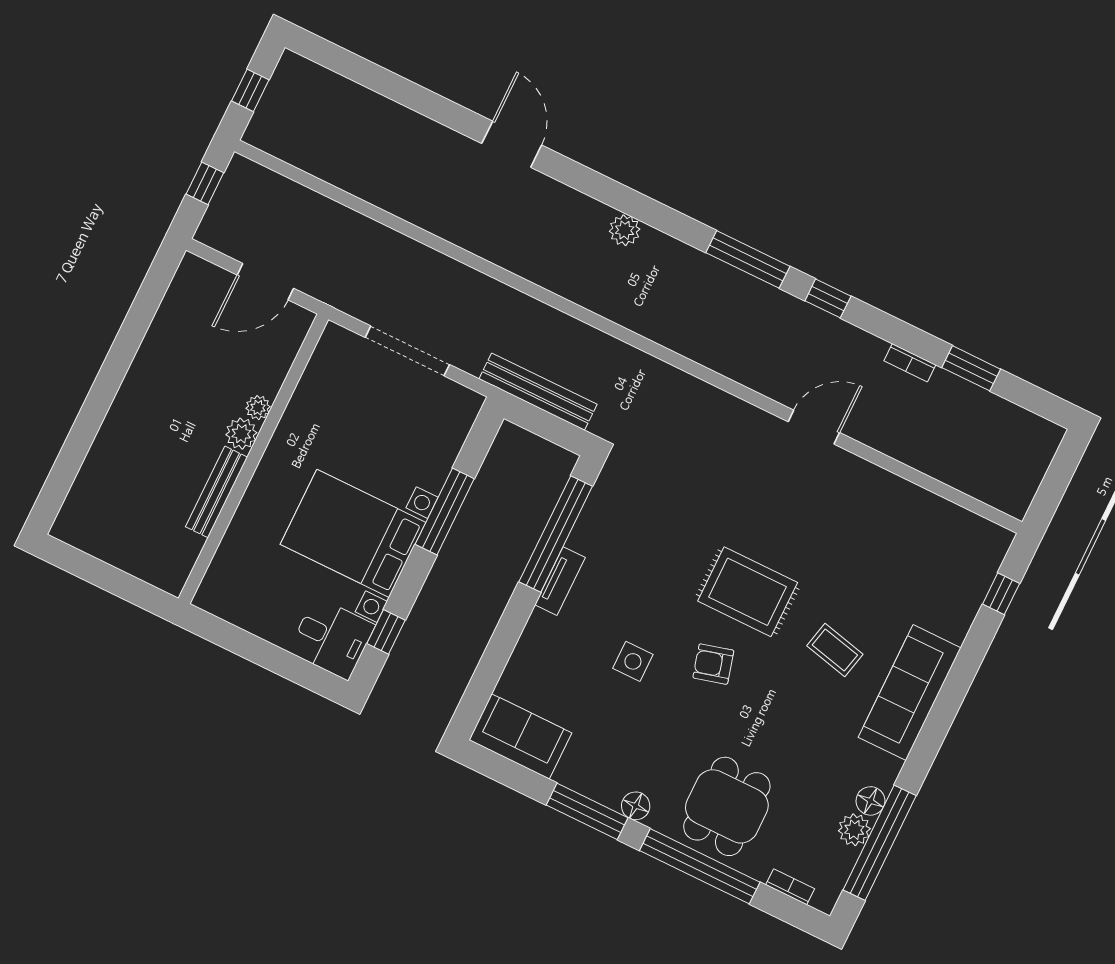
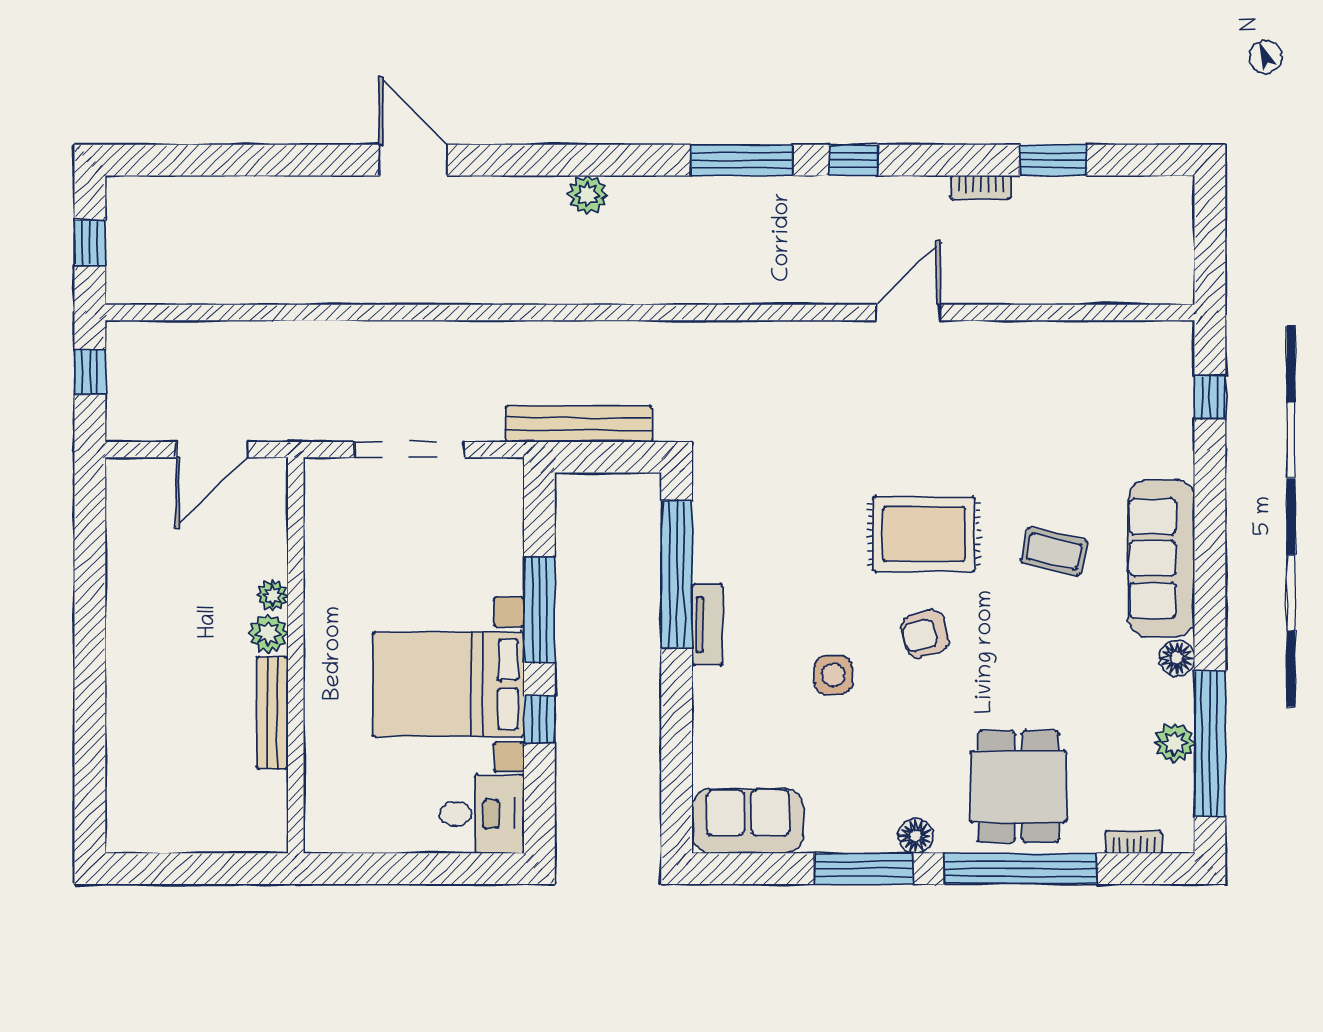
window: (386, 632) -> (539, 719), moved
floor lamp: (870, 801) -> (1177, 658), moved

